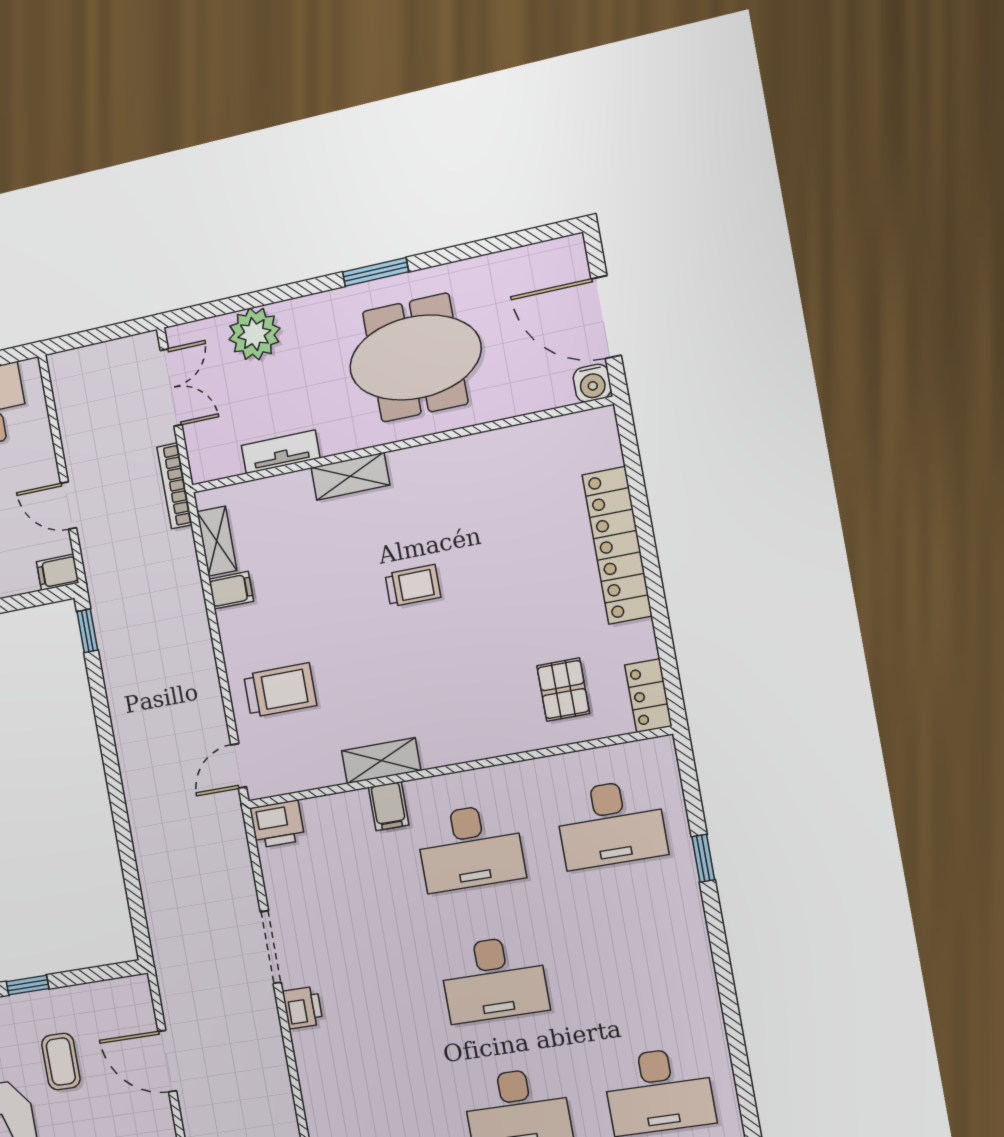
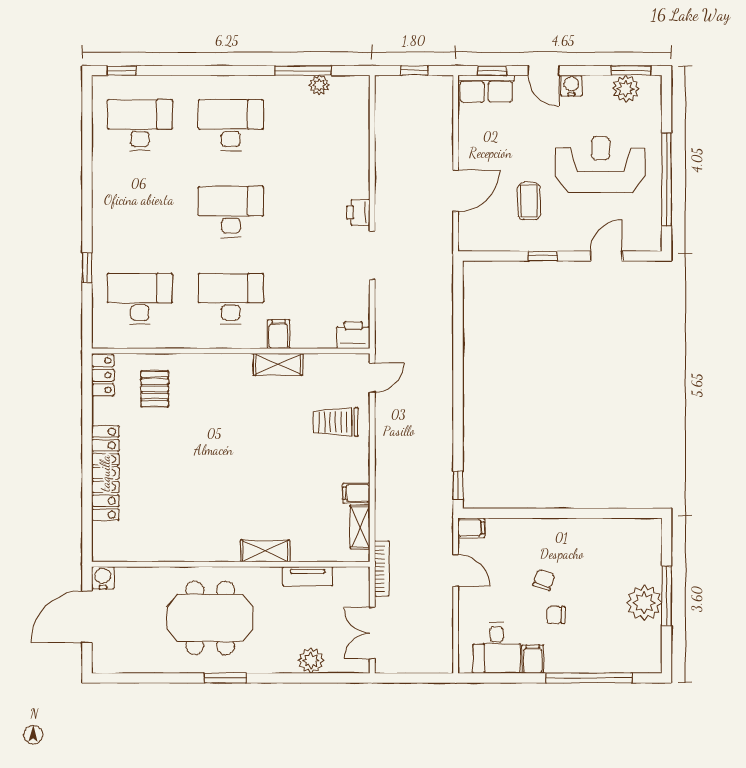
door: (606, 317) -> (87, 617), swing flipped
plant: (254, 334) -> (311, 660), width x0.73, depth x0.73
trolley: (413, 586) -> (238, 473), removed
door: (167, 1061) -> (456, 191), hinge flipped

